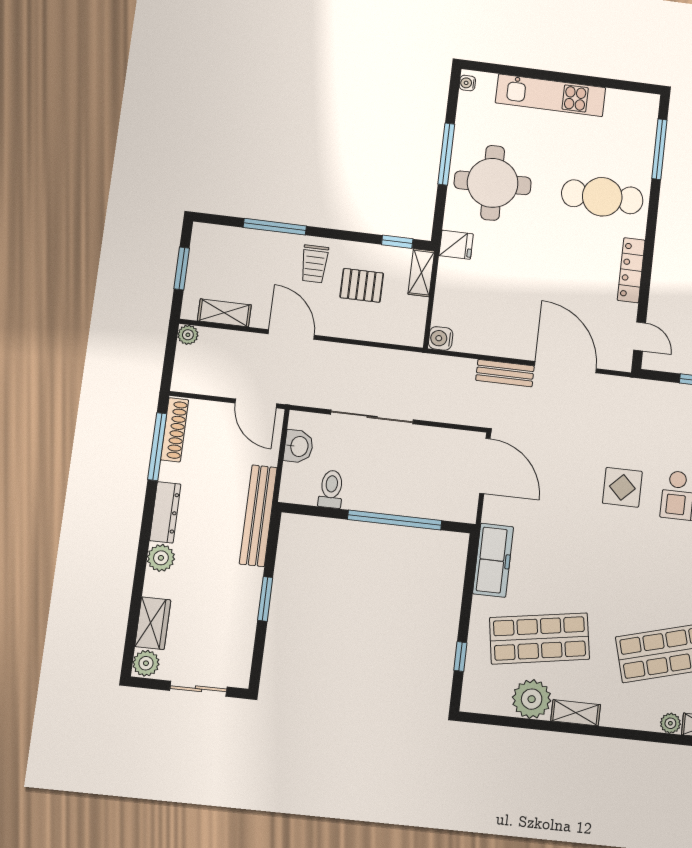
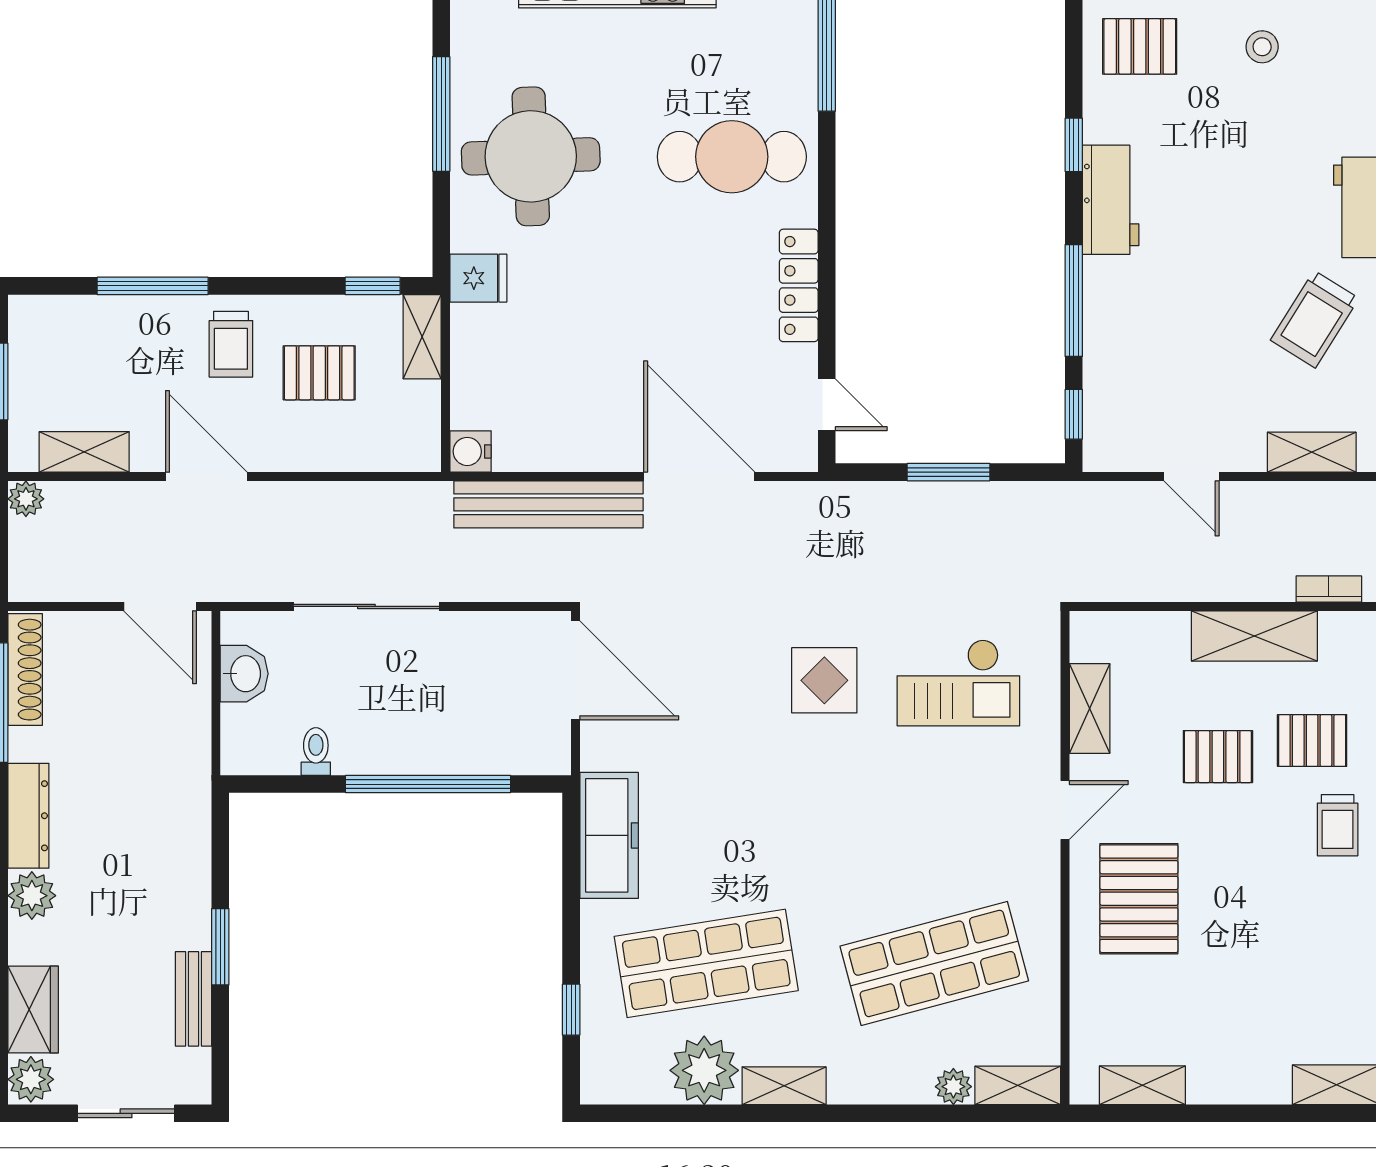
bench: (505, 373) -> (548, 504), width x1.86, depth x1.21
toilet: (331, 489) -> (316, 752), width x0.73, depth x0.72
bench: (258, 516) -> (194, 999), moved, width x0.54, depth x0.82

